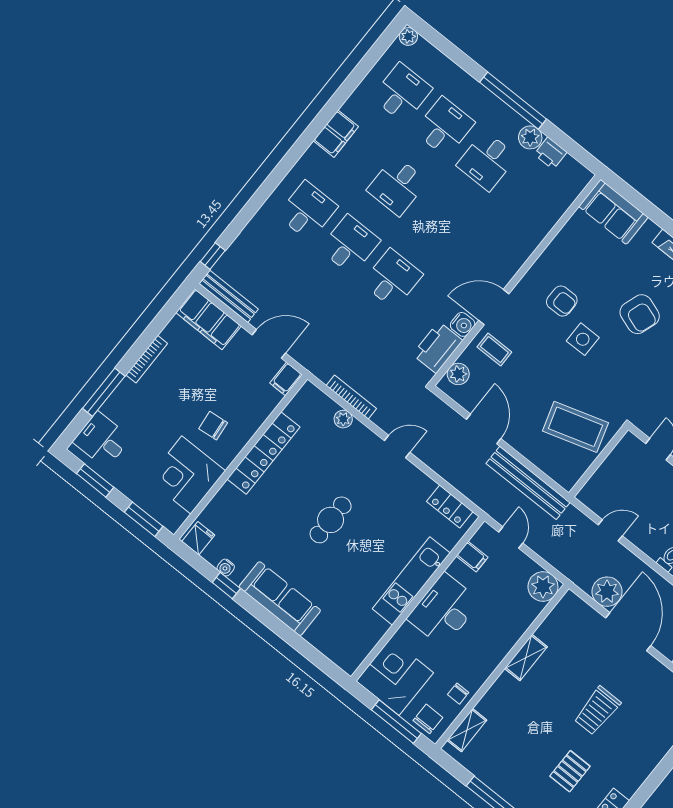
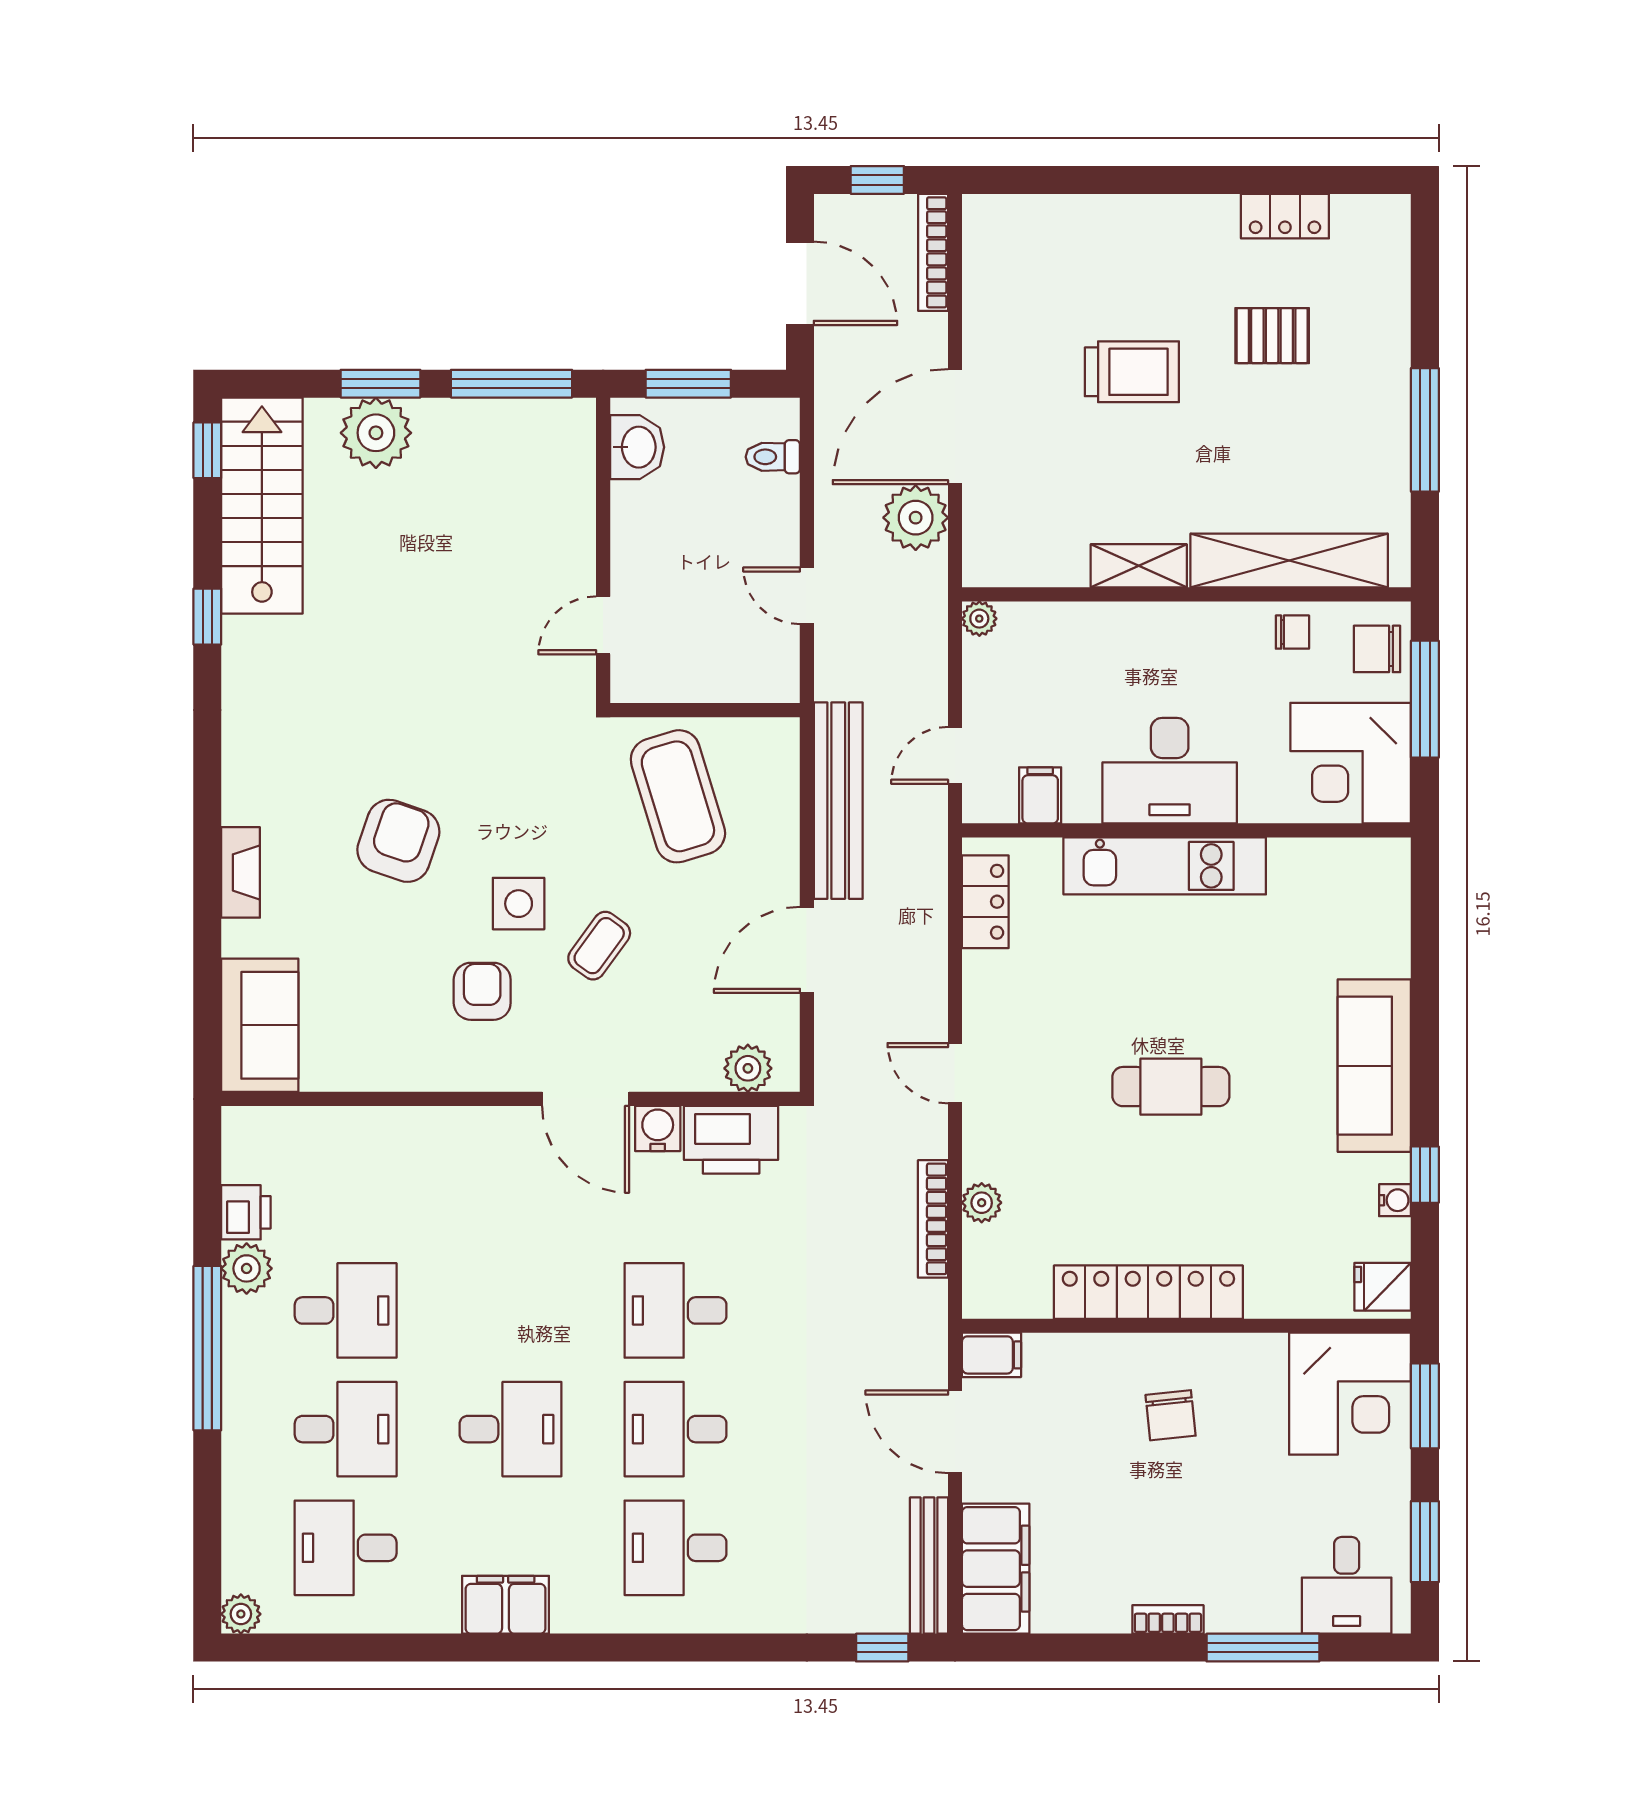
desk: (444, 127) -> (346, 1429), turned 180
coffee table: (494, 350) -> (599, 946), moved, turned 36
bookcase: (147, 359) -> (1168, 1619), width x0.64
corner desk: (186, 475) -> (1350, 1394), moved
plant: (543, 587) -> (979, 619), width x0.53, depth x0.53
shelving: (467, 730) -> (1289, 560), width x2.20, depth x1.33

